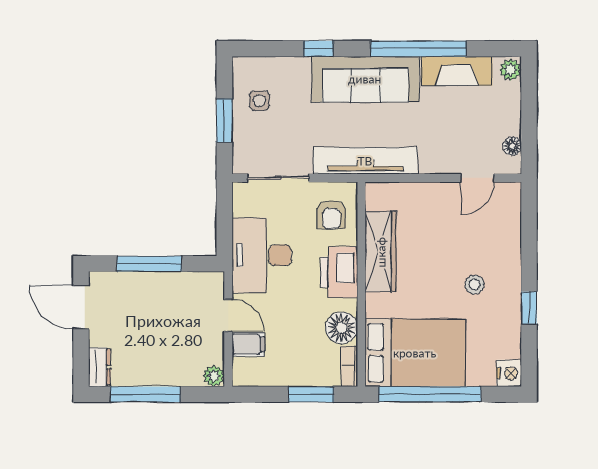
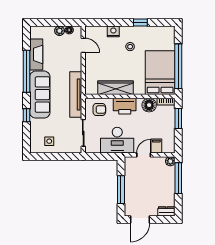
plant: (510, 70) -> (60, 31), moved
window: (224, 121) -> (58, 157), removed
nightstand: (509, 373) -> (113, 31), moved
window: (145, 394) -> (178, 178), moved

